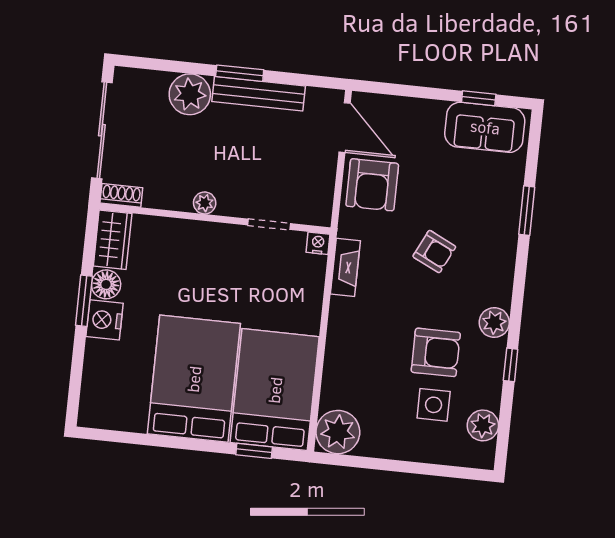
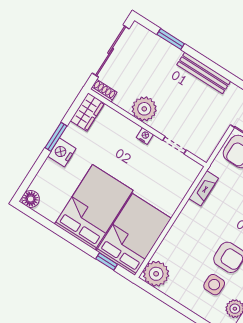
window: (240, 73) -> (171, 39), moved
plant: (190, 94) -> (167, 55), removed
plant: (205, 203) -> (144, 109), width x1.88, depth x1.88
nightstand: (318, 243) -> (145, 136), moved
floor lamp: (106, 284) -> (31, 199), moved

